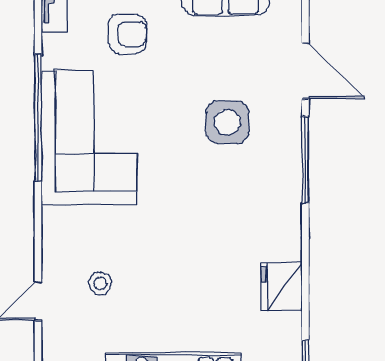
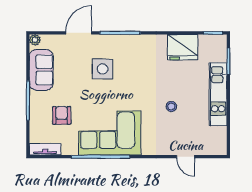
stool: (100, 283) -> (171, 106), moved
fridge: (281, 286) -> (183, 47), width x1.36, depth x1.34

